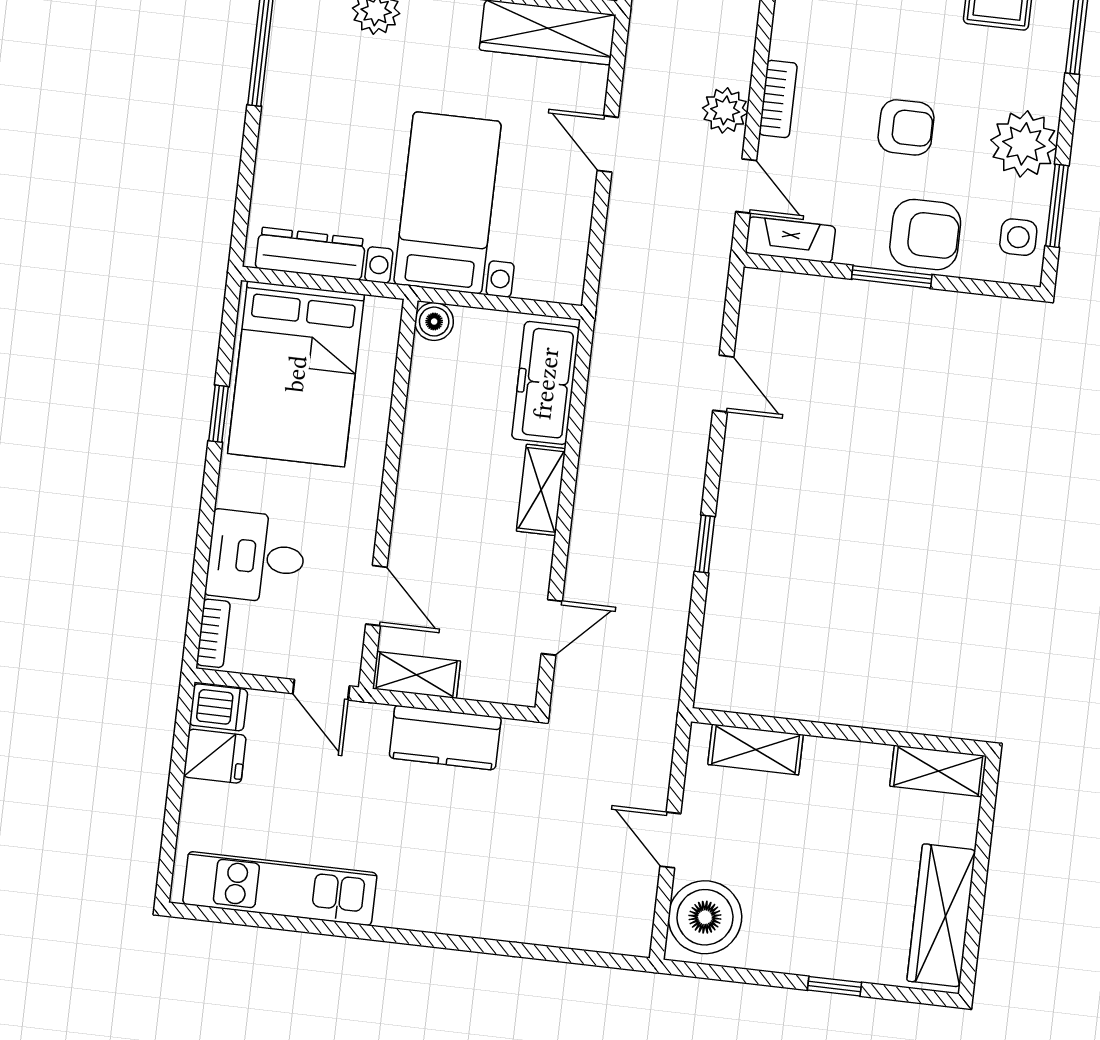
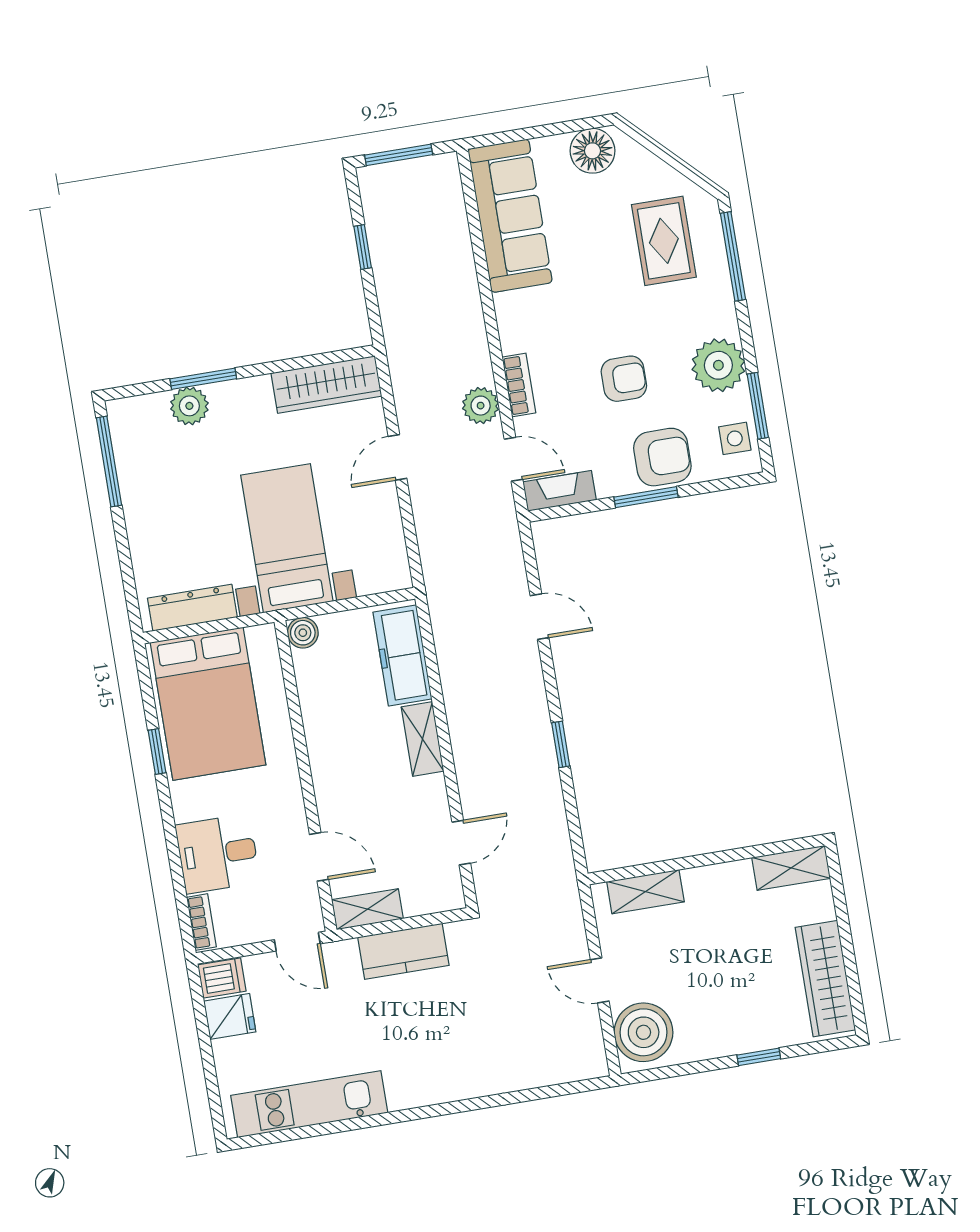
door: (608, 144) -> (397, 457), hinge flipped

